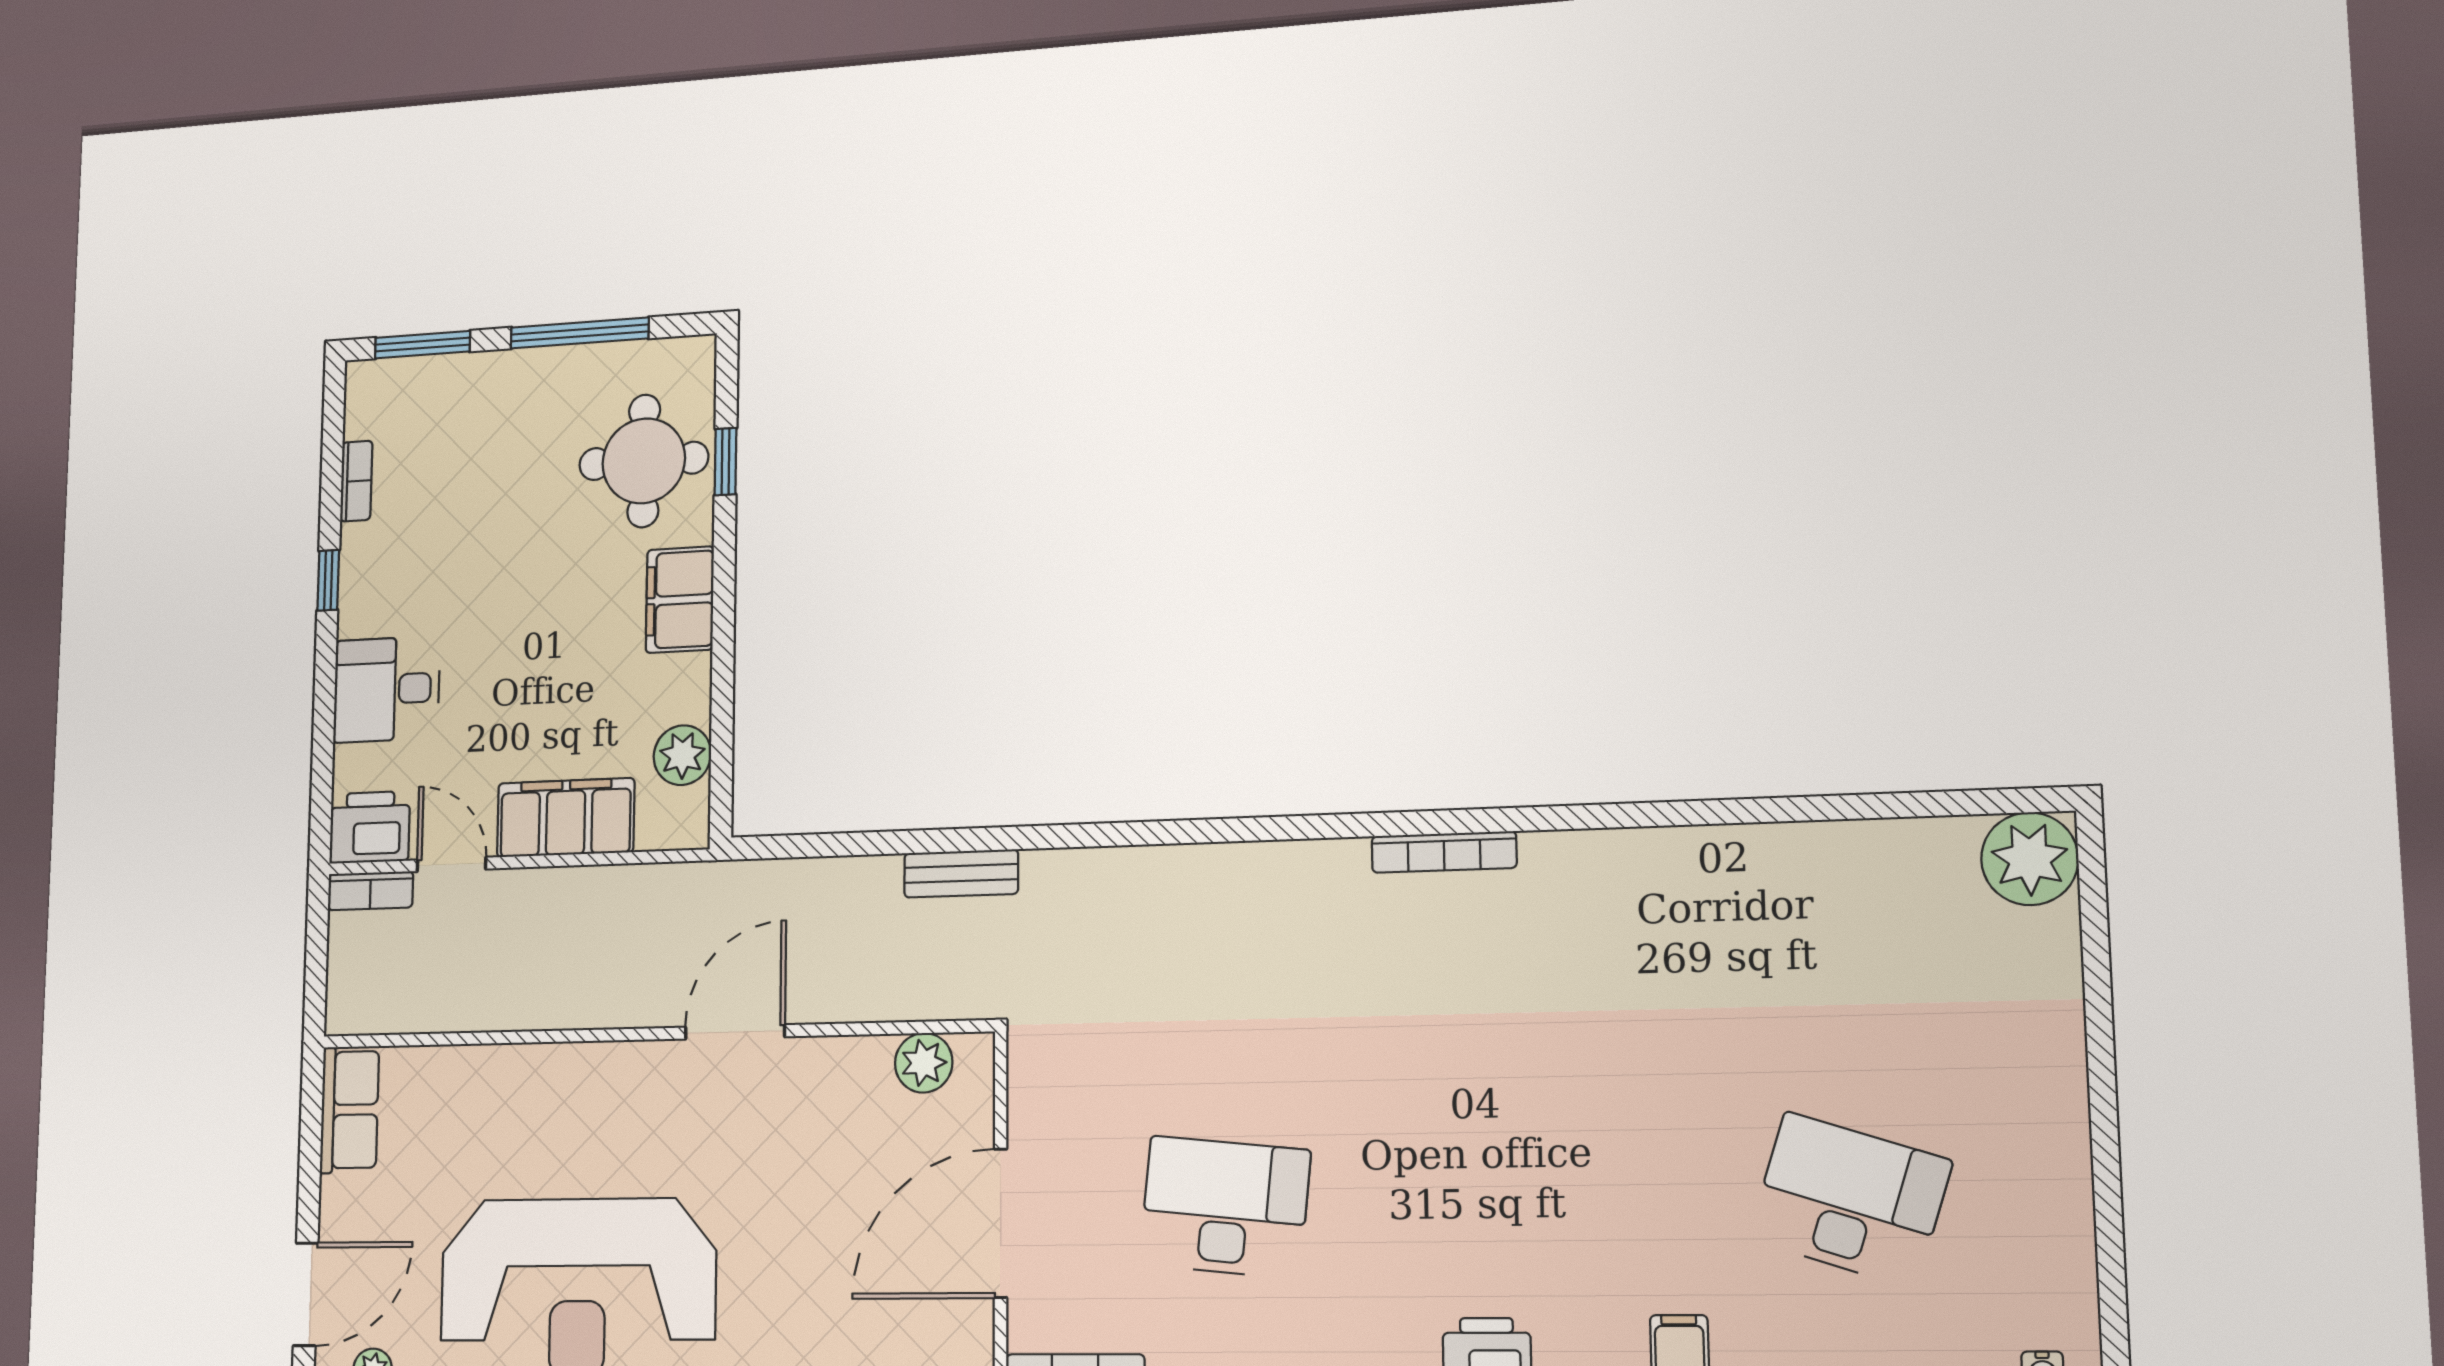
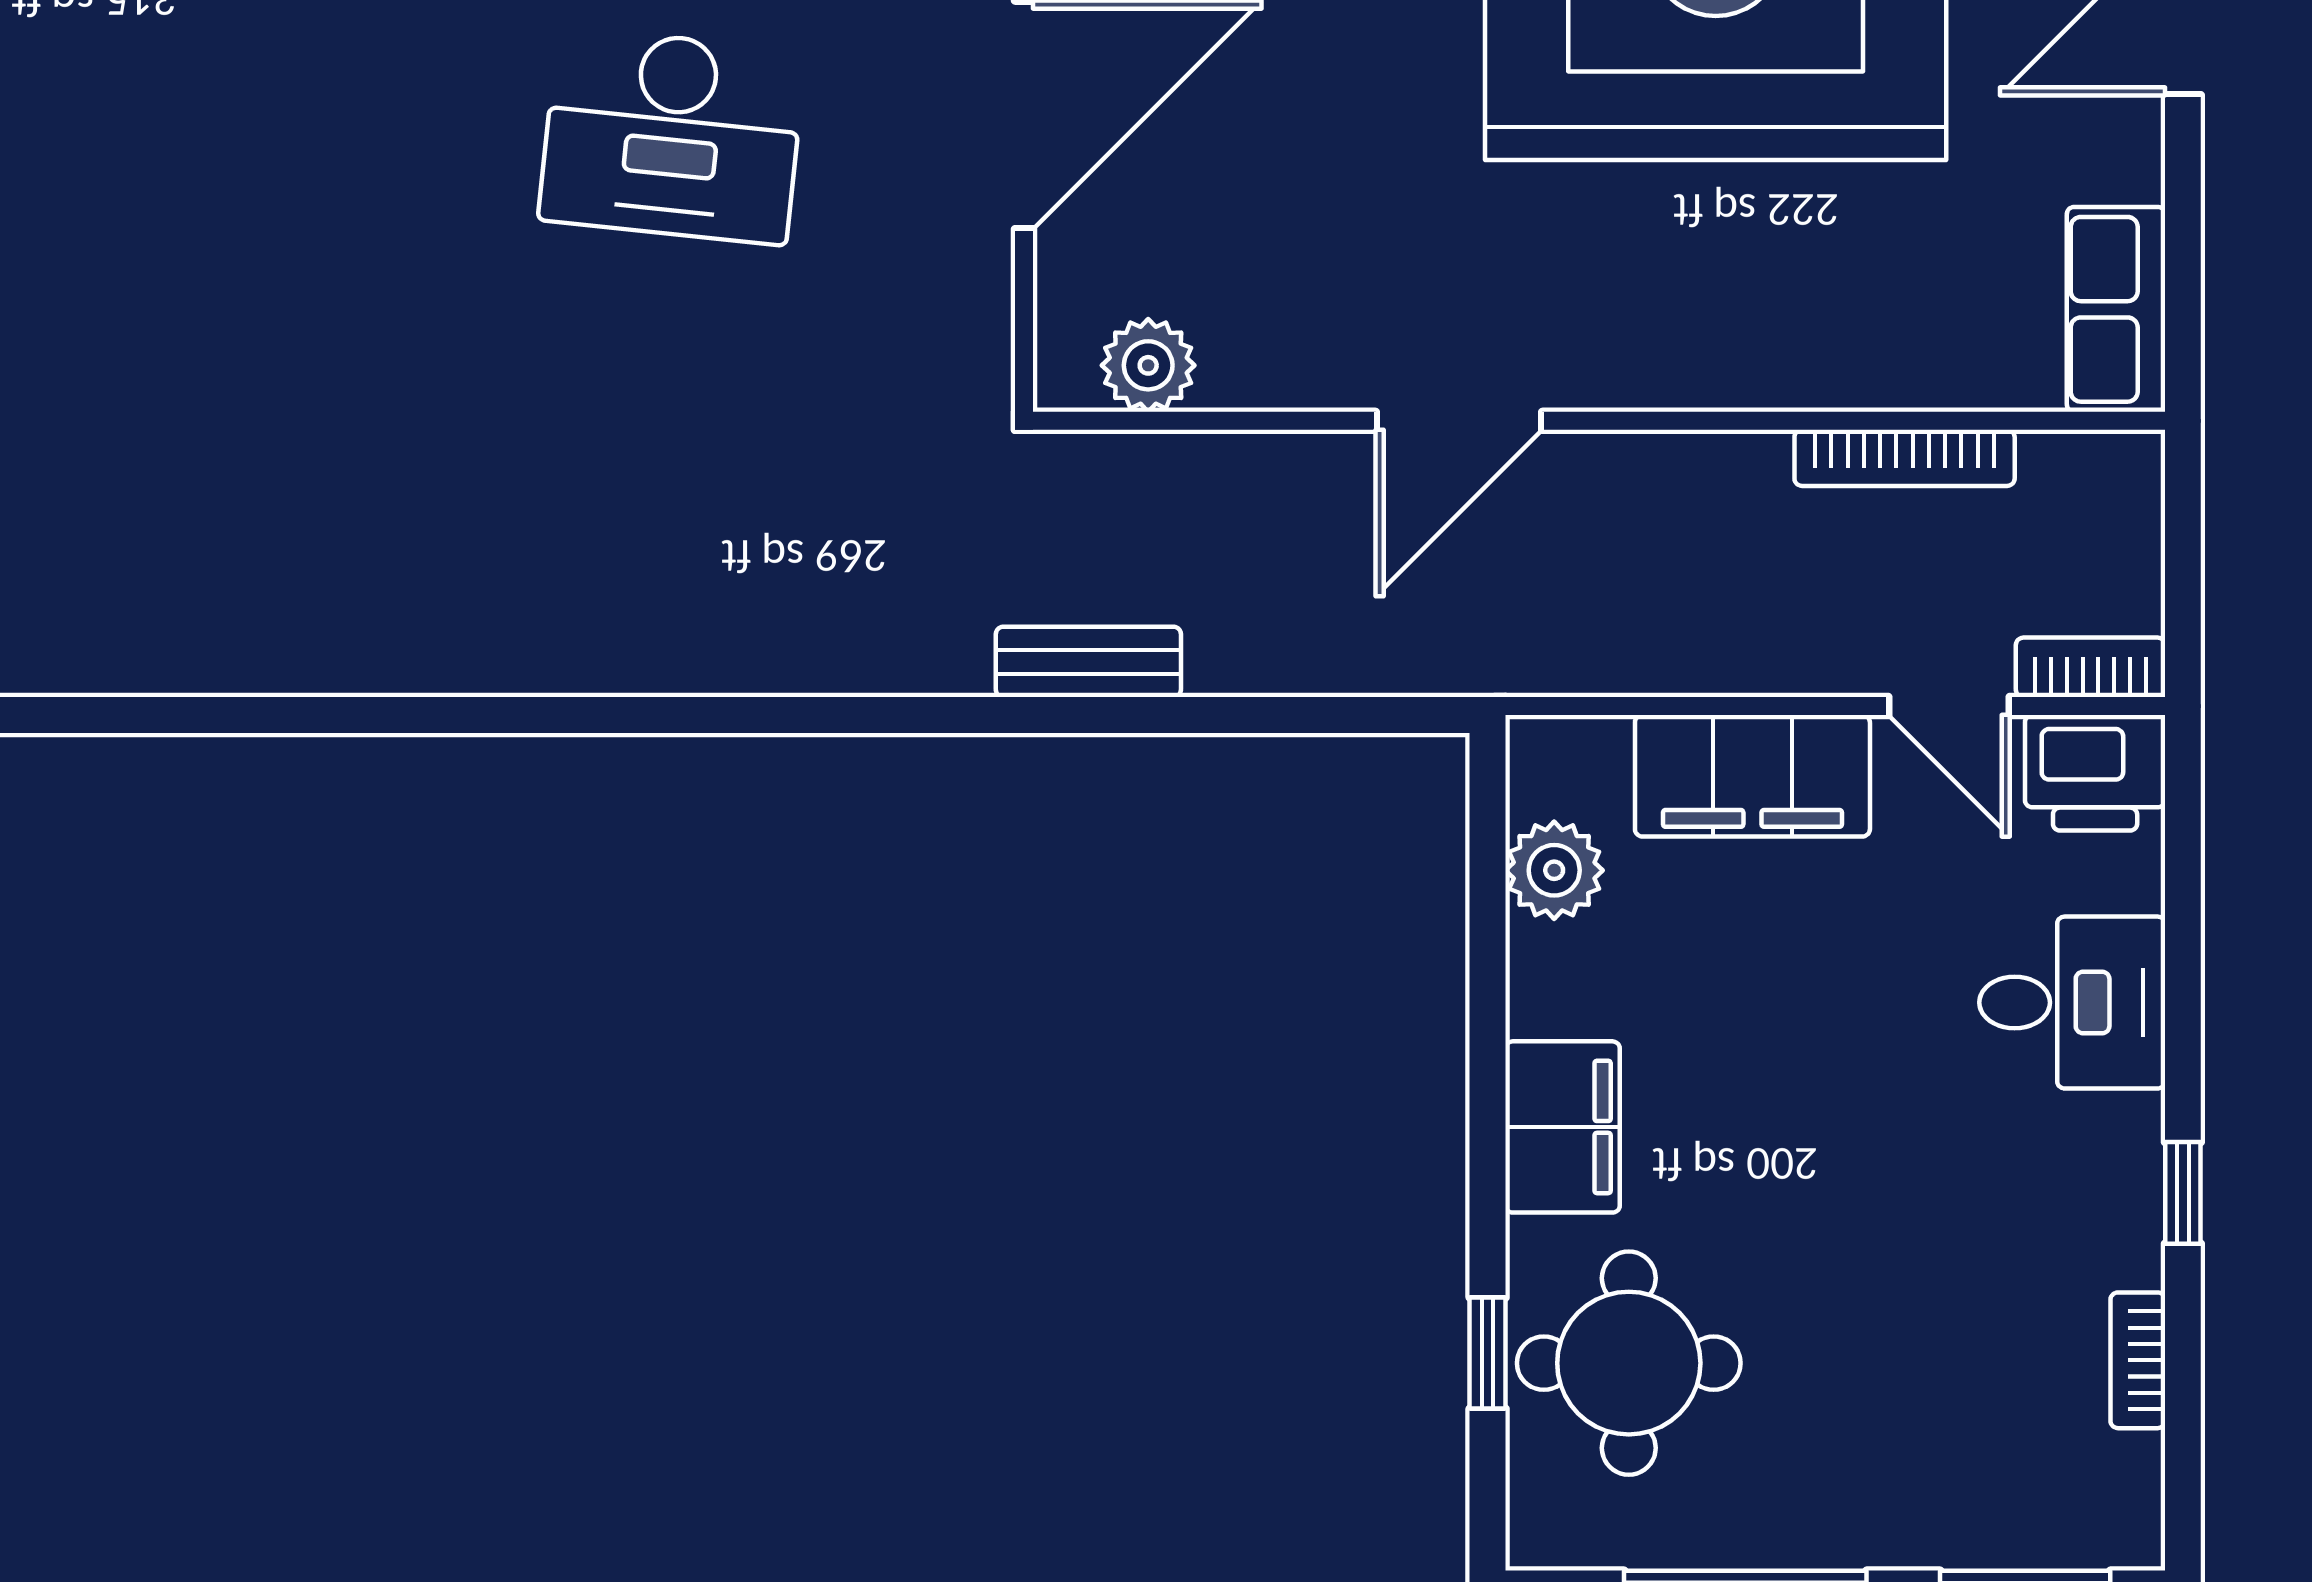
bookcase: (1444, 852) -> (1905, 458), moved, turned 180

